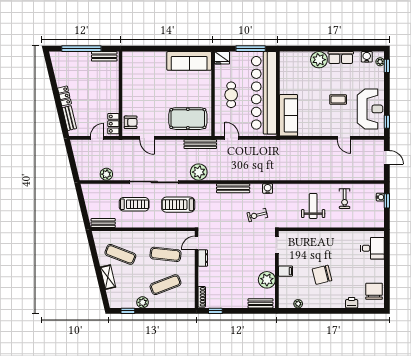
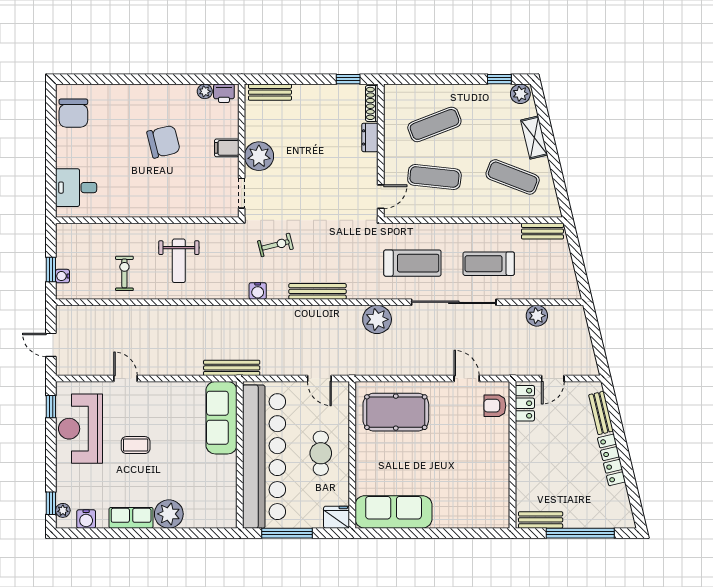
locker: (64, 96) -> (611, 460), width x1.53
bench: (200, 144) -> (232, 368), moved
dresser: (203, 258) -> (370, 137), moved
plant: (267, 280) -> (259, 156), moved
plant: (143, 302) -> (520, 94), moved
printer: (352, 303) -> (224, 93), moved

